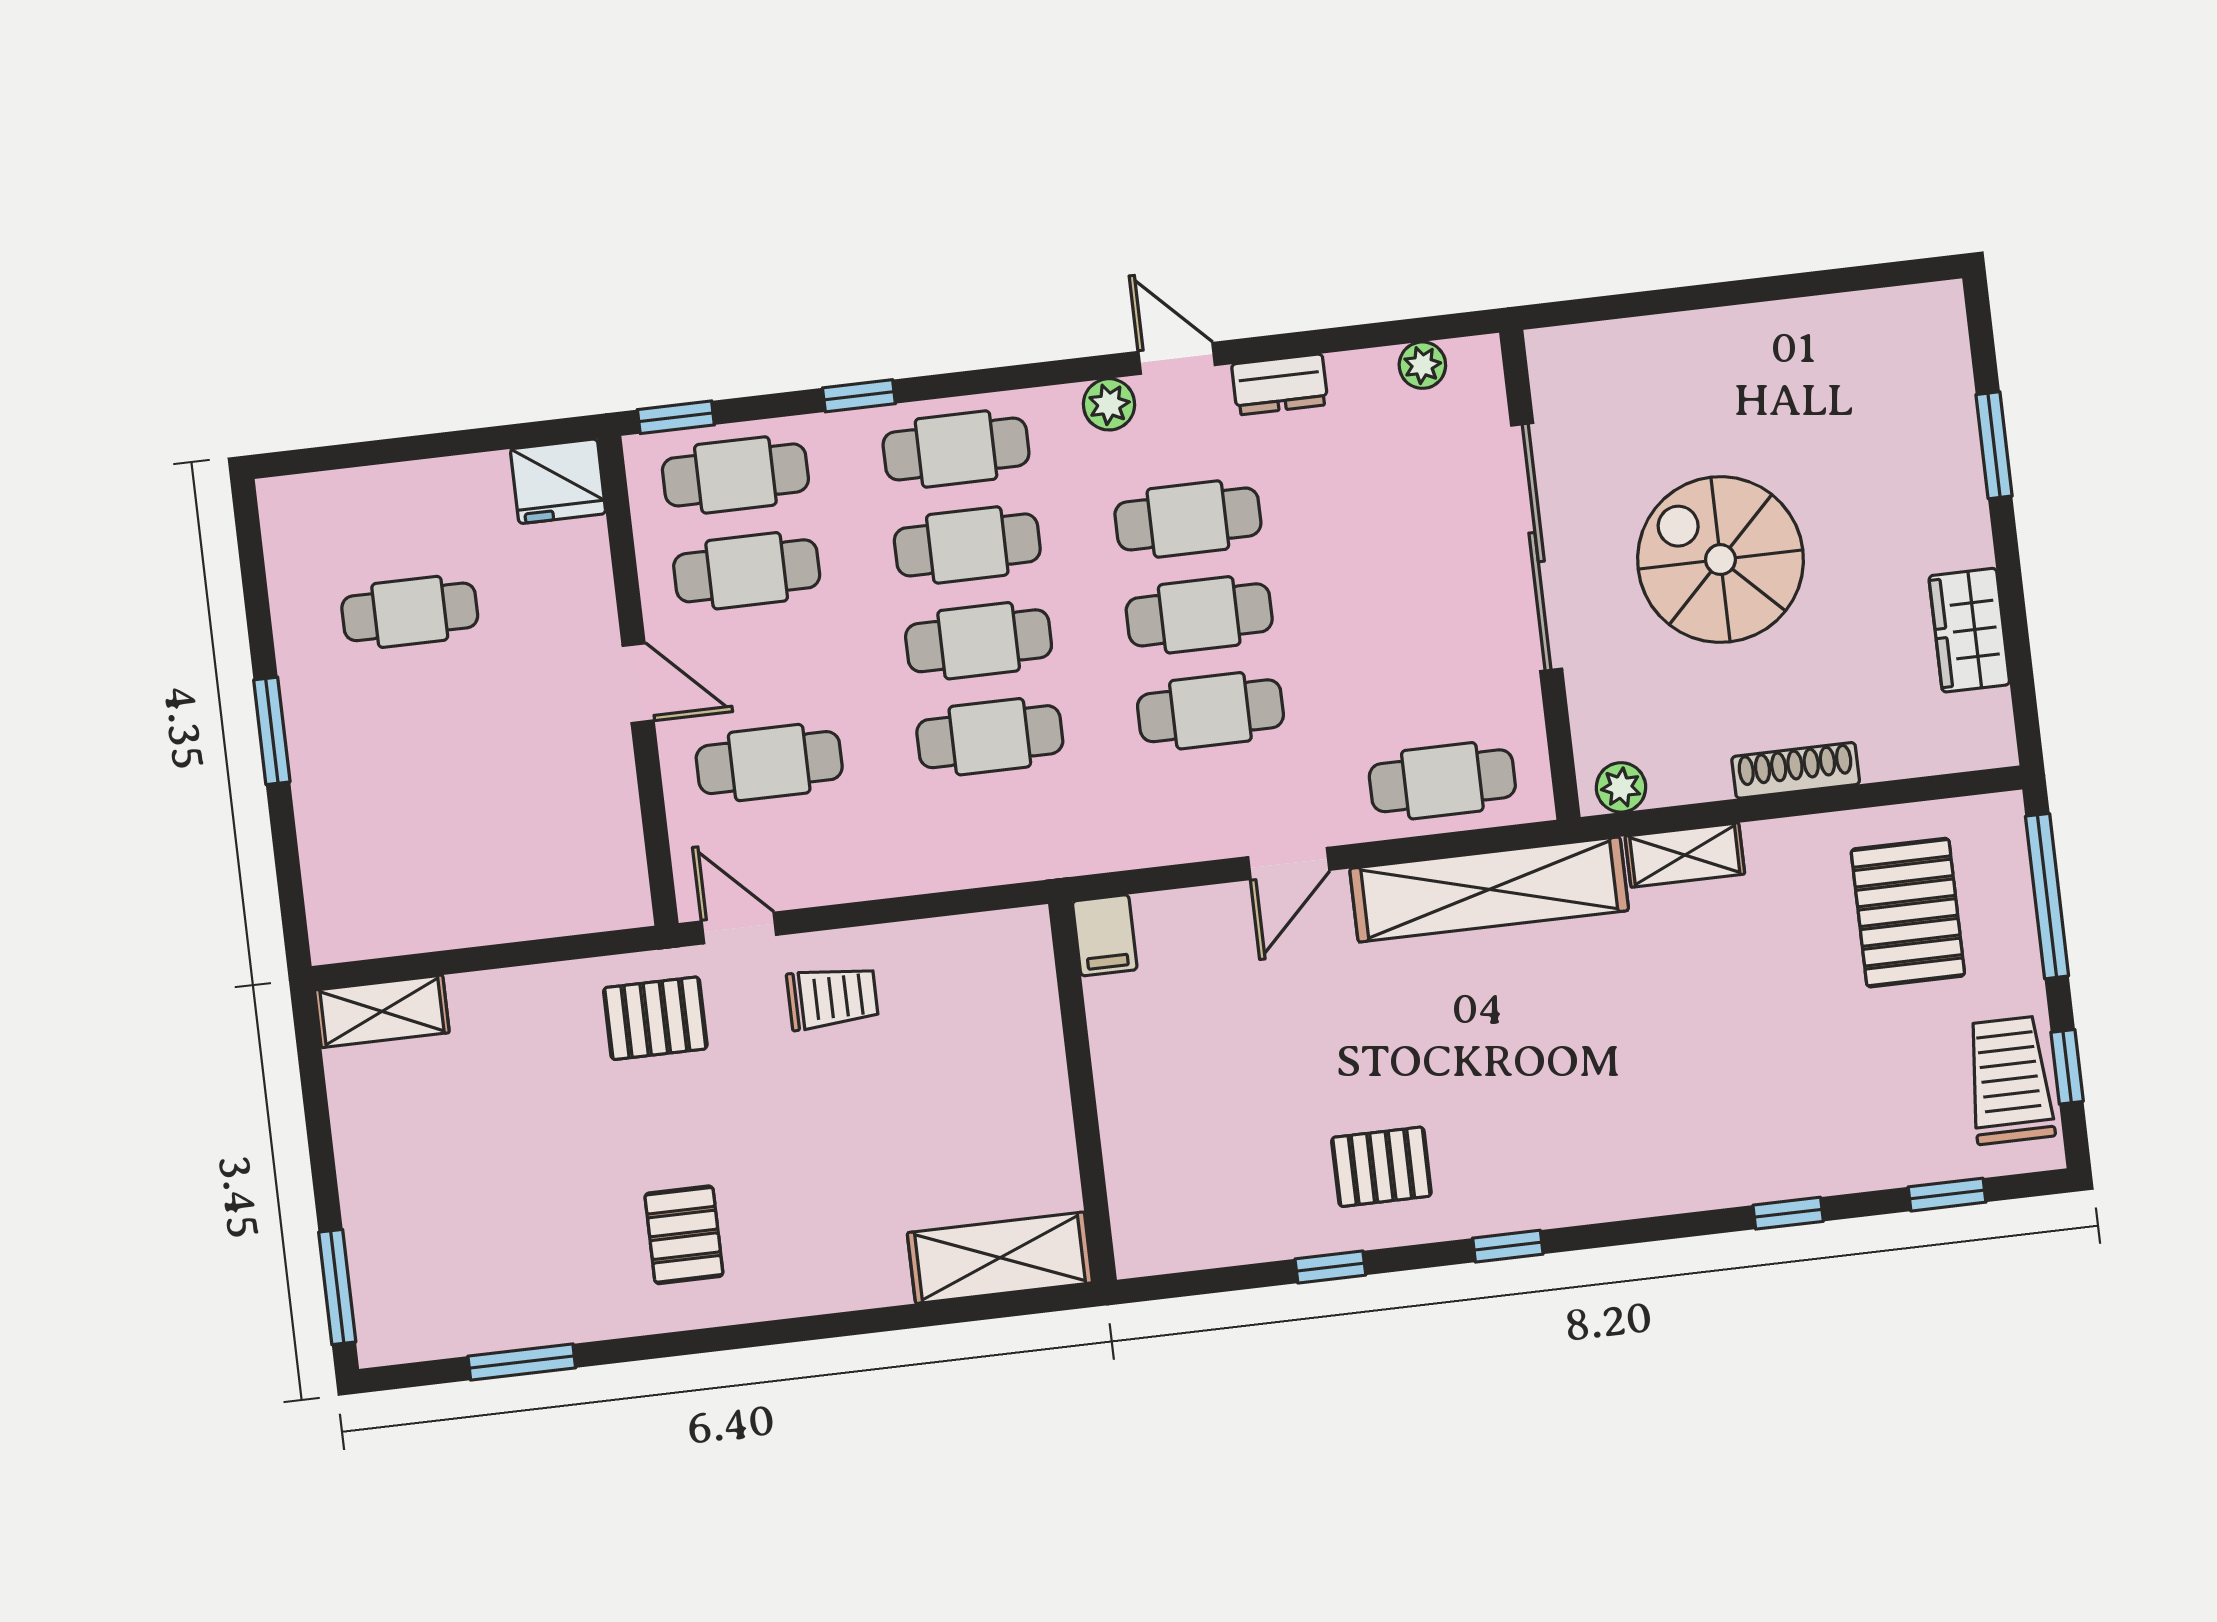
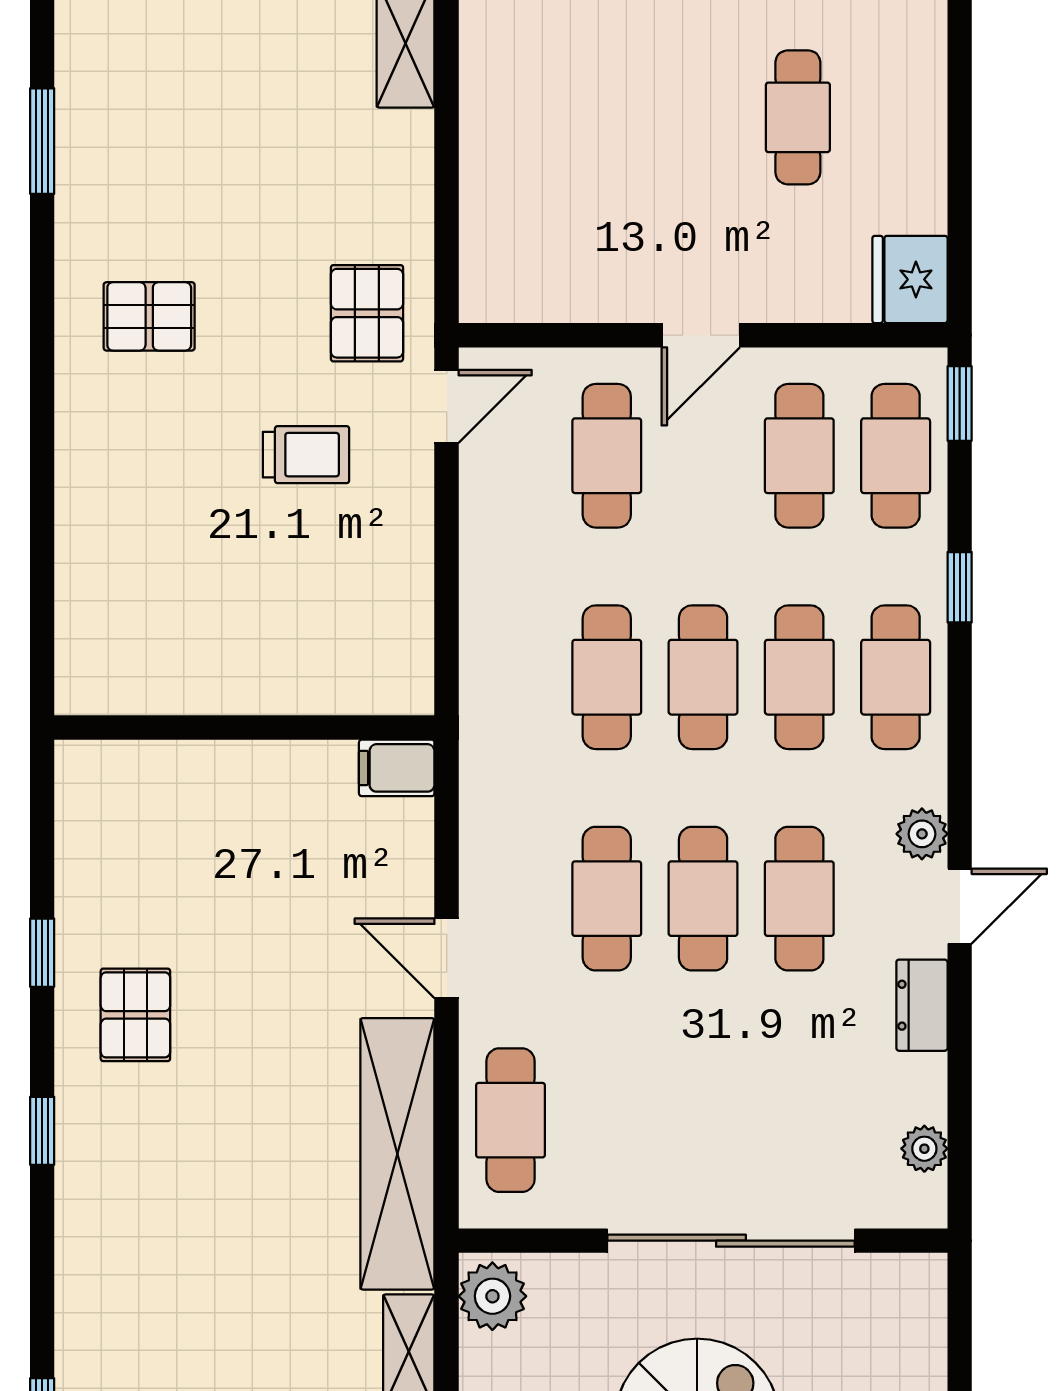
plant: (1621, 787) -> (492, 1296), width x1.38, depth x1.38
trolley: (832, 998) -> (306, 455), moved, turned -90
shelving: (1000, 1258) -> (90, 627), removed

